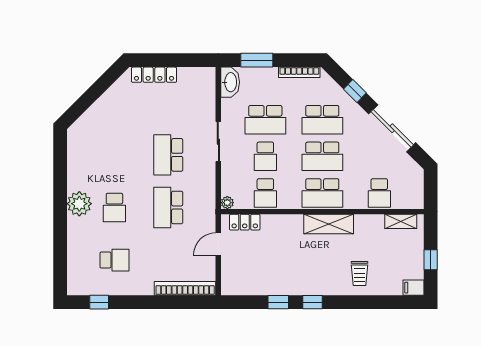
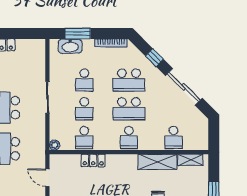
washbasin: (230, 82) -> (70, 46), moved, turned 90
school desk: (265, 120) -> (84, 80), width x0.54
school desk: (322, 193) -> (129, 138), width x0.54
locker: (245, 222) -> (93, 160), moved
shelving: (329, 224) -> (157, 162), moved
door: (218, 244) -> (47, 178), hinge flipped

